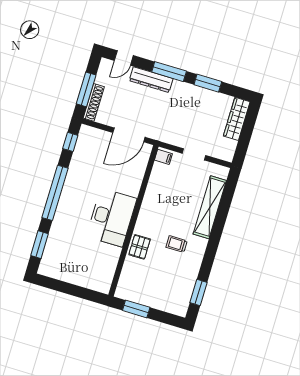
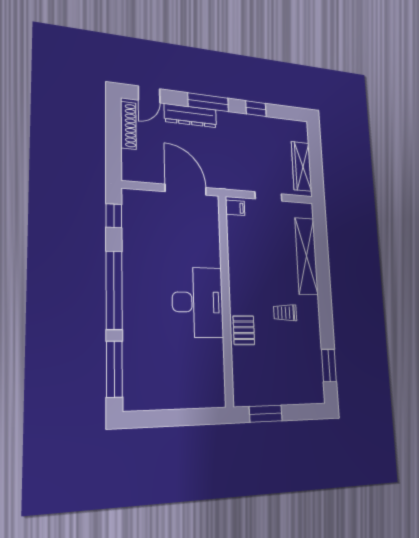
window: (208, 83) -> (256, 109), width x0.67
window: (86, 89) -> (114, 142), removed
shoe rack: (94, 102) -> (128, 125), moved
wardrobe: (237, 119) -> (302, 166), moved
door: (129, 135) -> (186, 190), swing flipped
window: (40, 245) -> (114, 369), width x1.44

